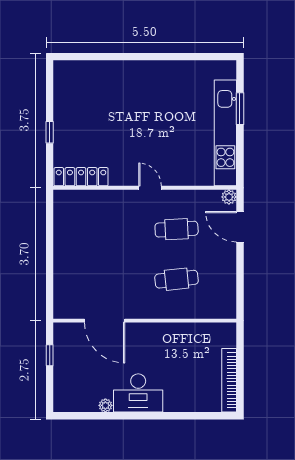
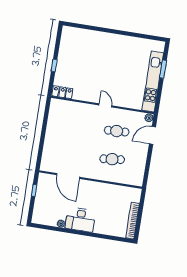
locker: (81, 177) -> (62, 92), width x0.66
door: (240, 227) -> (152, 135), hinge flipped

